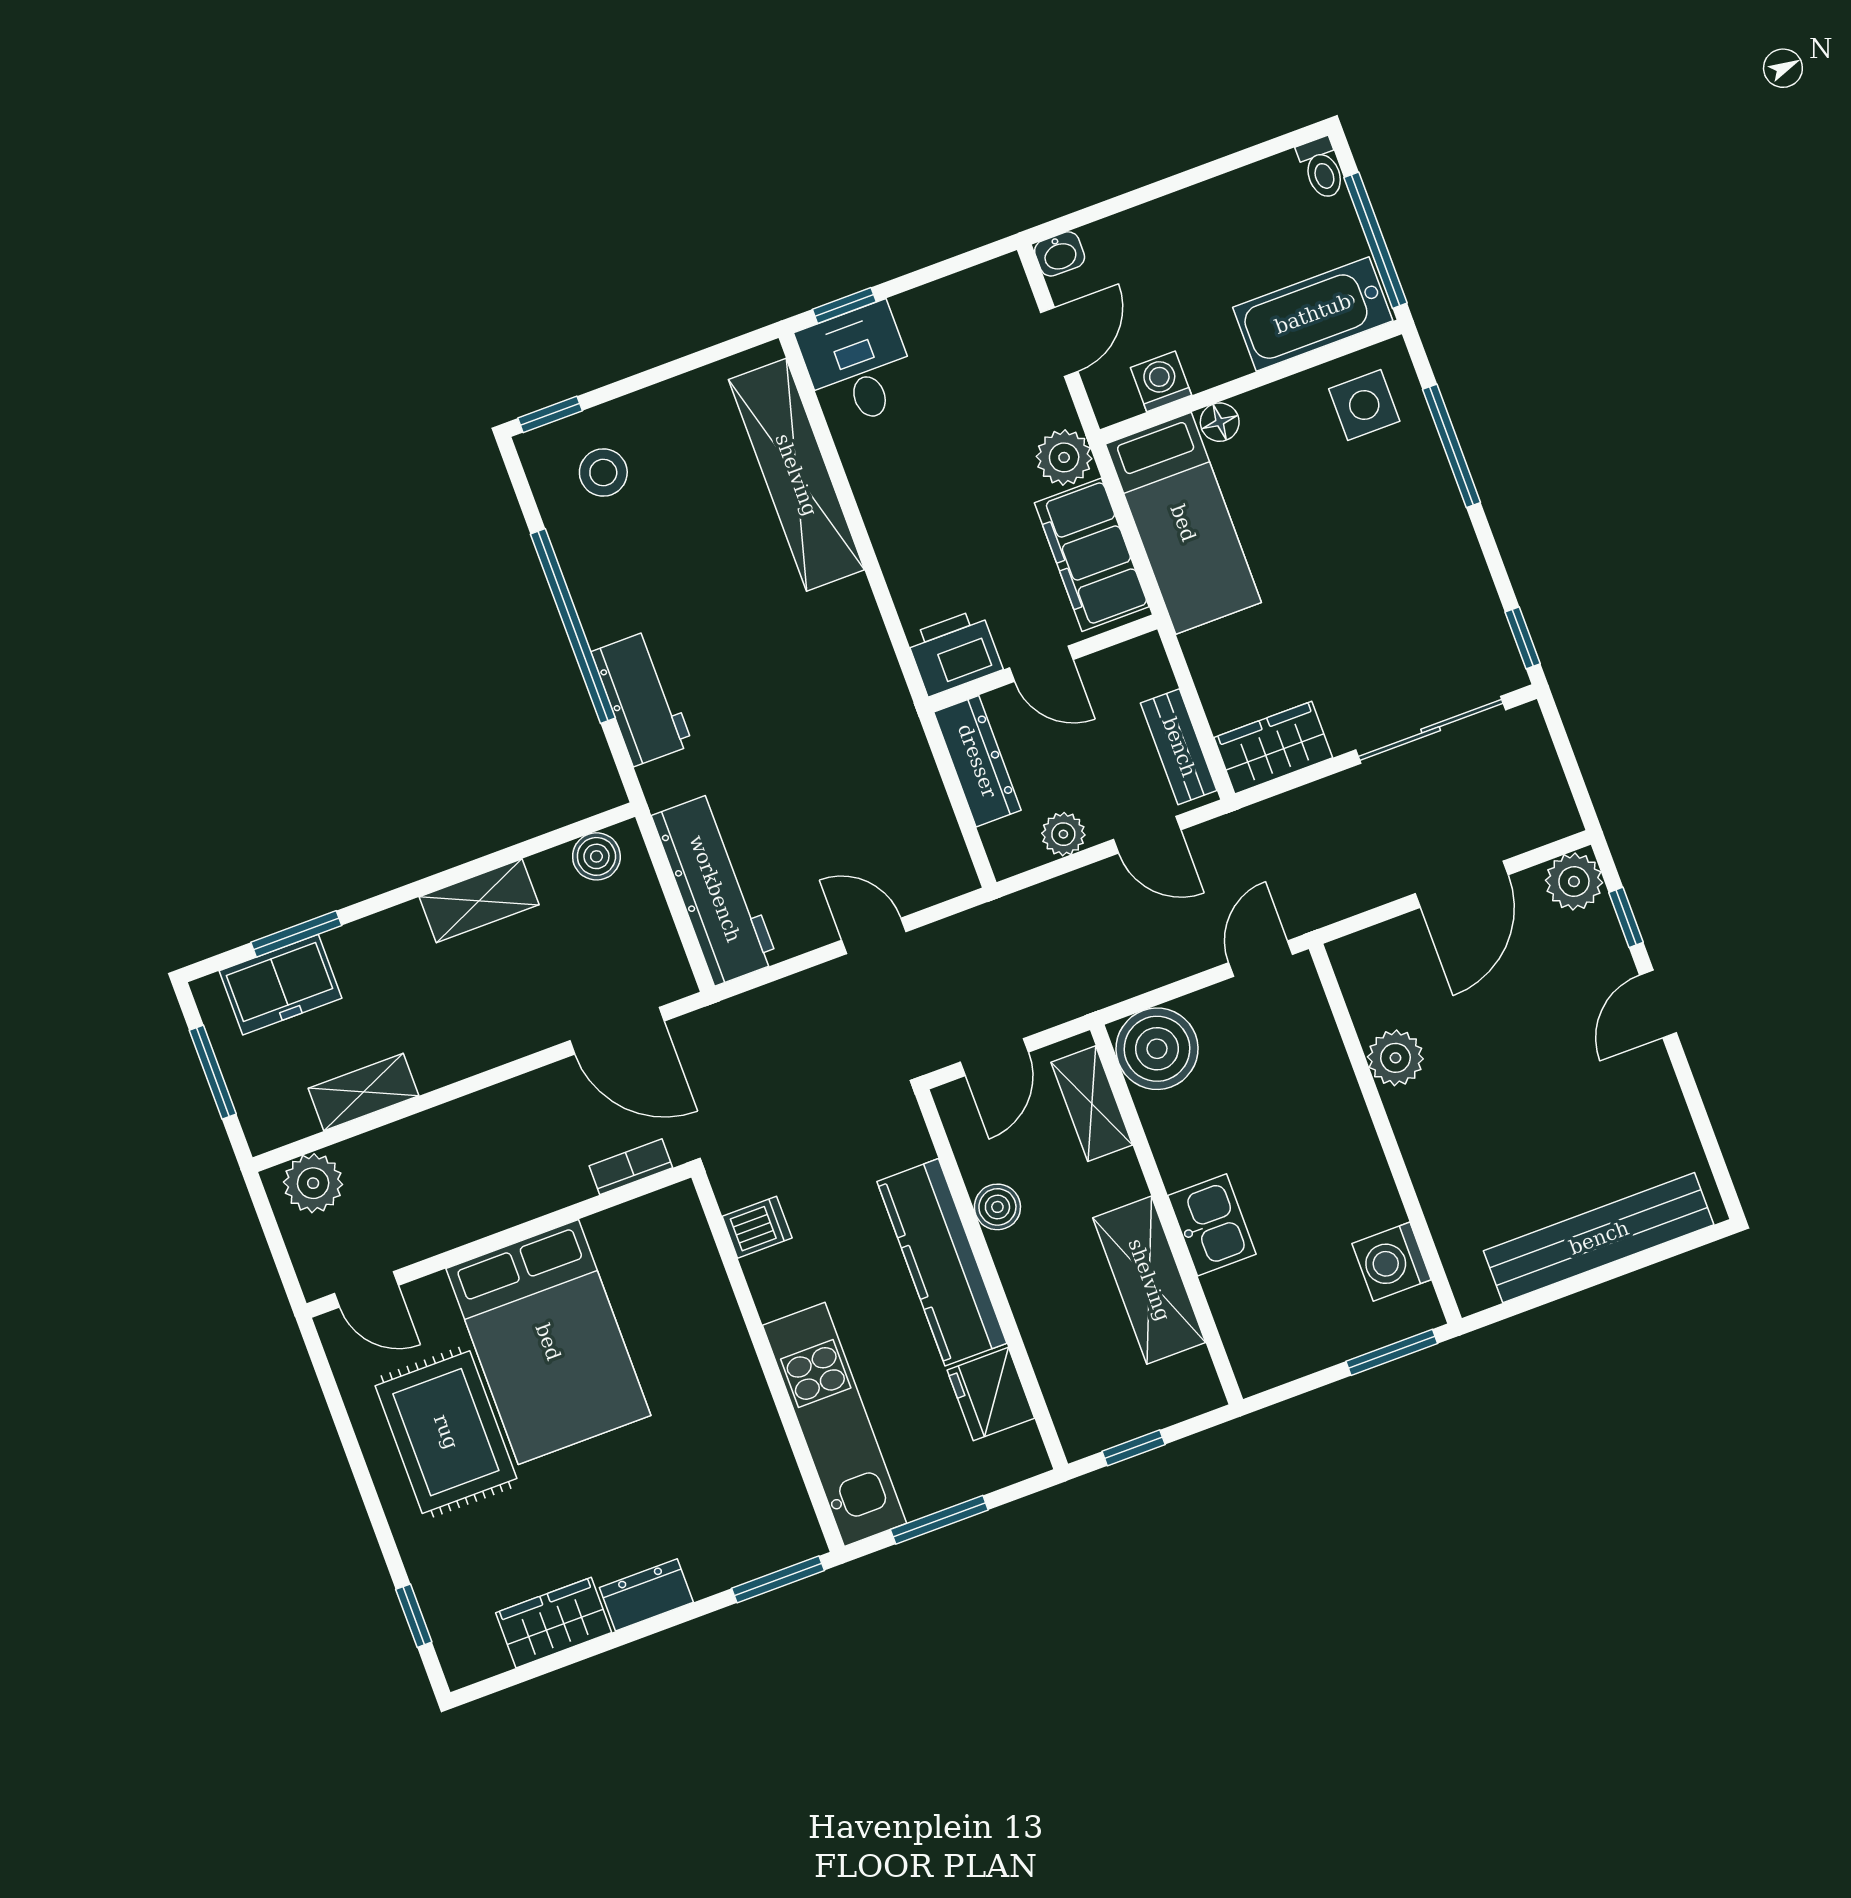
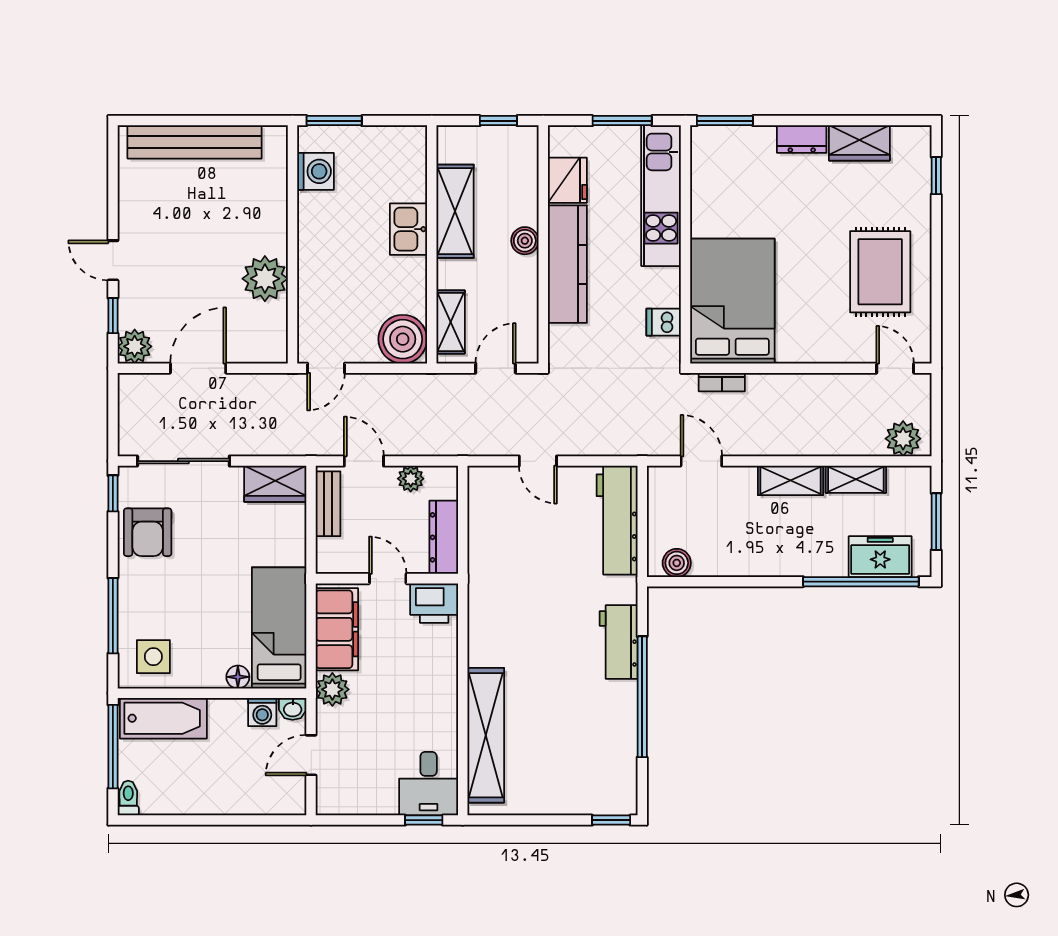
washbasin: (1060, 254) -> (293, 709), moved, turned 180
stool: (603, 473) -> (593, 776), removed
armchair: (1446, 597) -> (148, 532), added
shelving: (479, 901) -> (791, 480), moved
window: (296, 934) -> (861, 582), width x2.11
door: (1658, 1004) -> (113, 260), swing flipped
door: (617, 1031) -> (701, 461), width x0.73
plant: (1395, 1058) -> (265, 279), width x1.36, depth x1.36
boiler: (997, 1207) -> (525, 241), moved
bed: (548, 1342) -> (732, 301), moved

